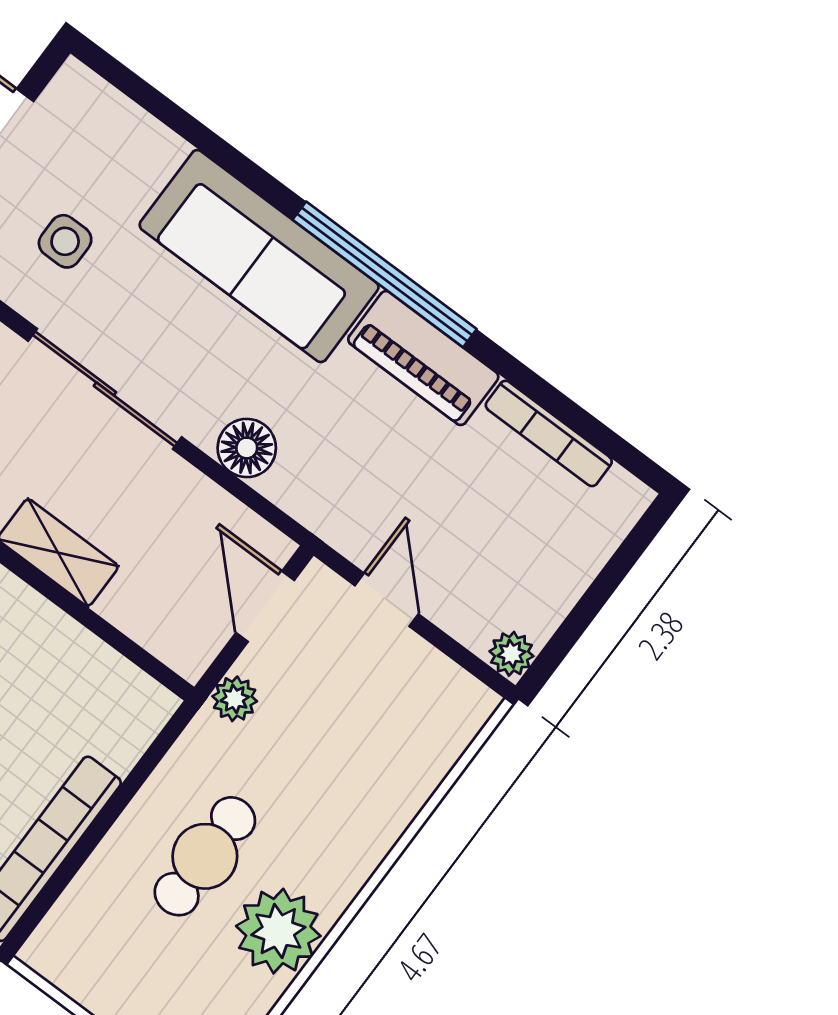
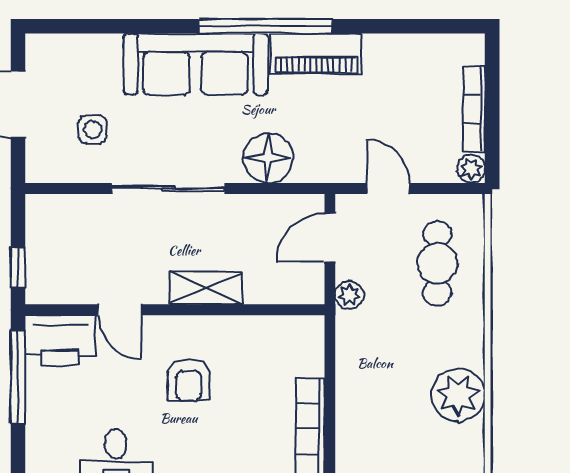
bookcase: (549, 433) -> (474, 109), moved, turned 90
floor lamp: (247, 448) -> (268, 158), width x1.38, depth x1.38
door: (265, 606) -> (330, 237), hinge flipped
cafe table: (205, 856) -> (437, 264), moved

